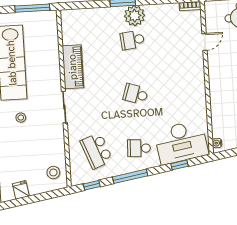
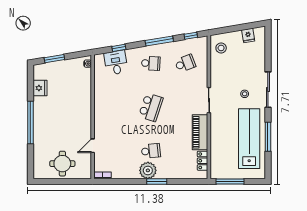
locker: (68, 32) -> (203, 161), added
school desk: (136, 94) -> (151, 107), width x1.85
desk: (181, 142) -> (116, 63), width x0.53, depth x0.77
school desk: (97, 151) -> (185, 63), width x0.54

